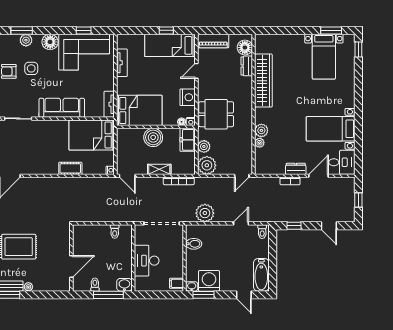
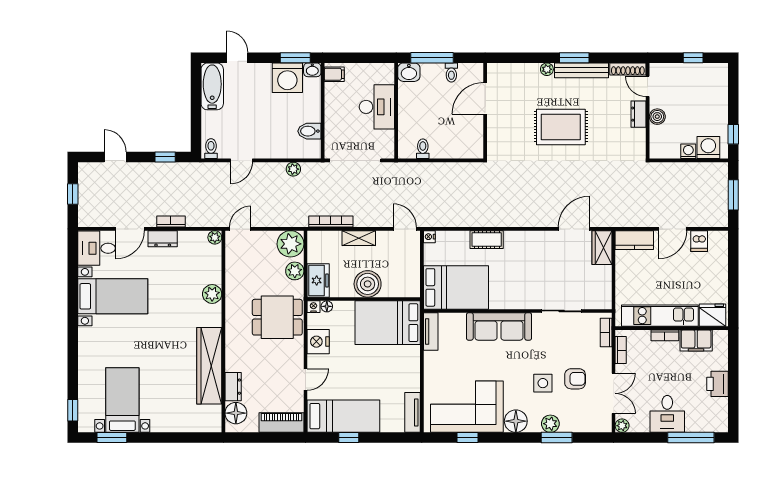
tv unit: (122, 63) -> (412, 412), moved
plant: (260, 143) -> (215, 237), moved
plant: (205, 213) -> (293, 169), width x0.53, depth x0.53

